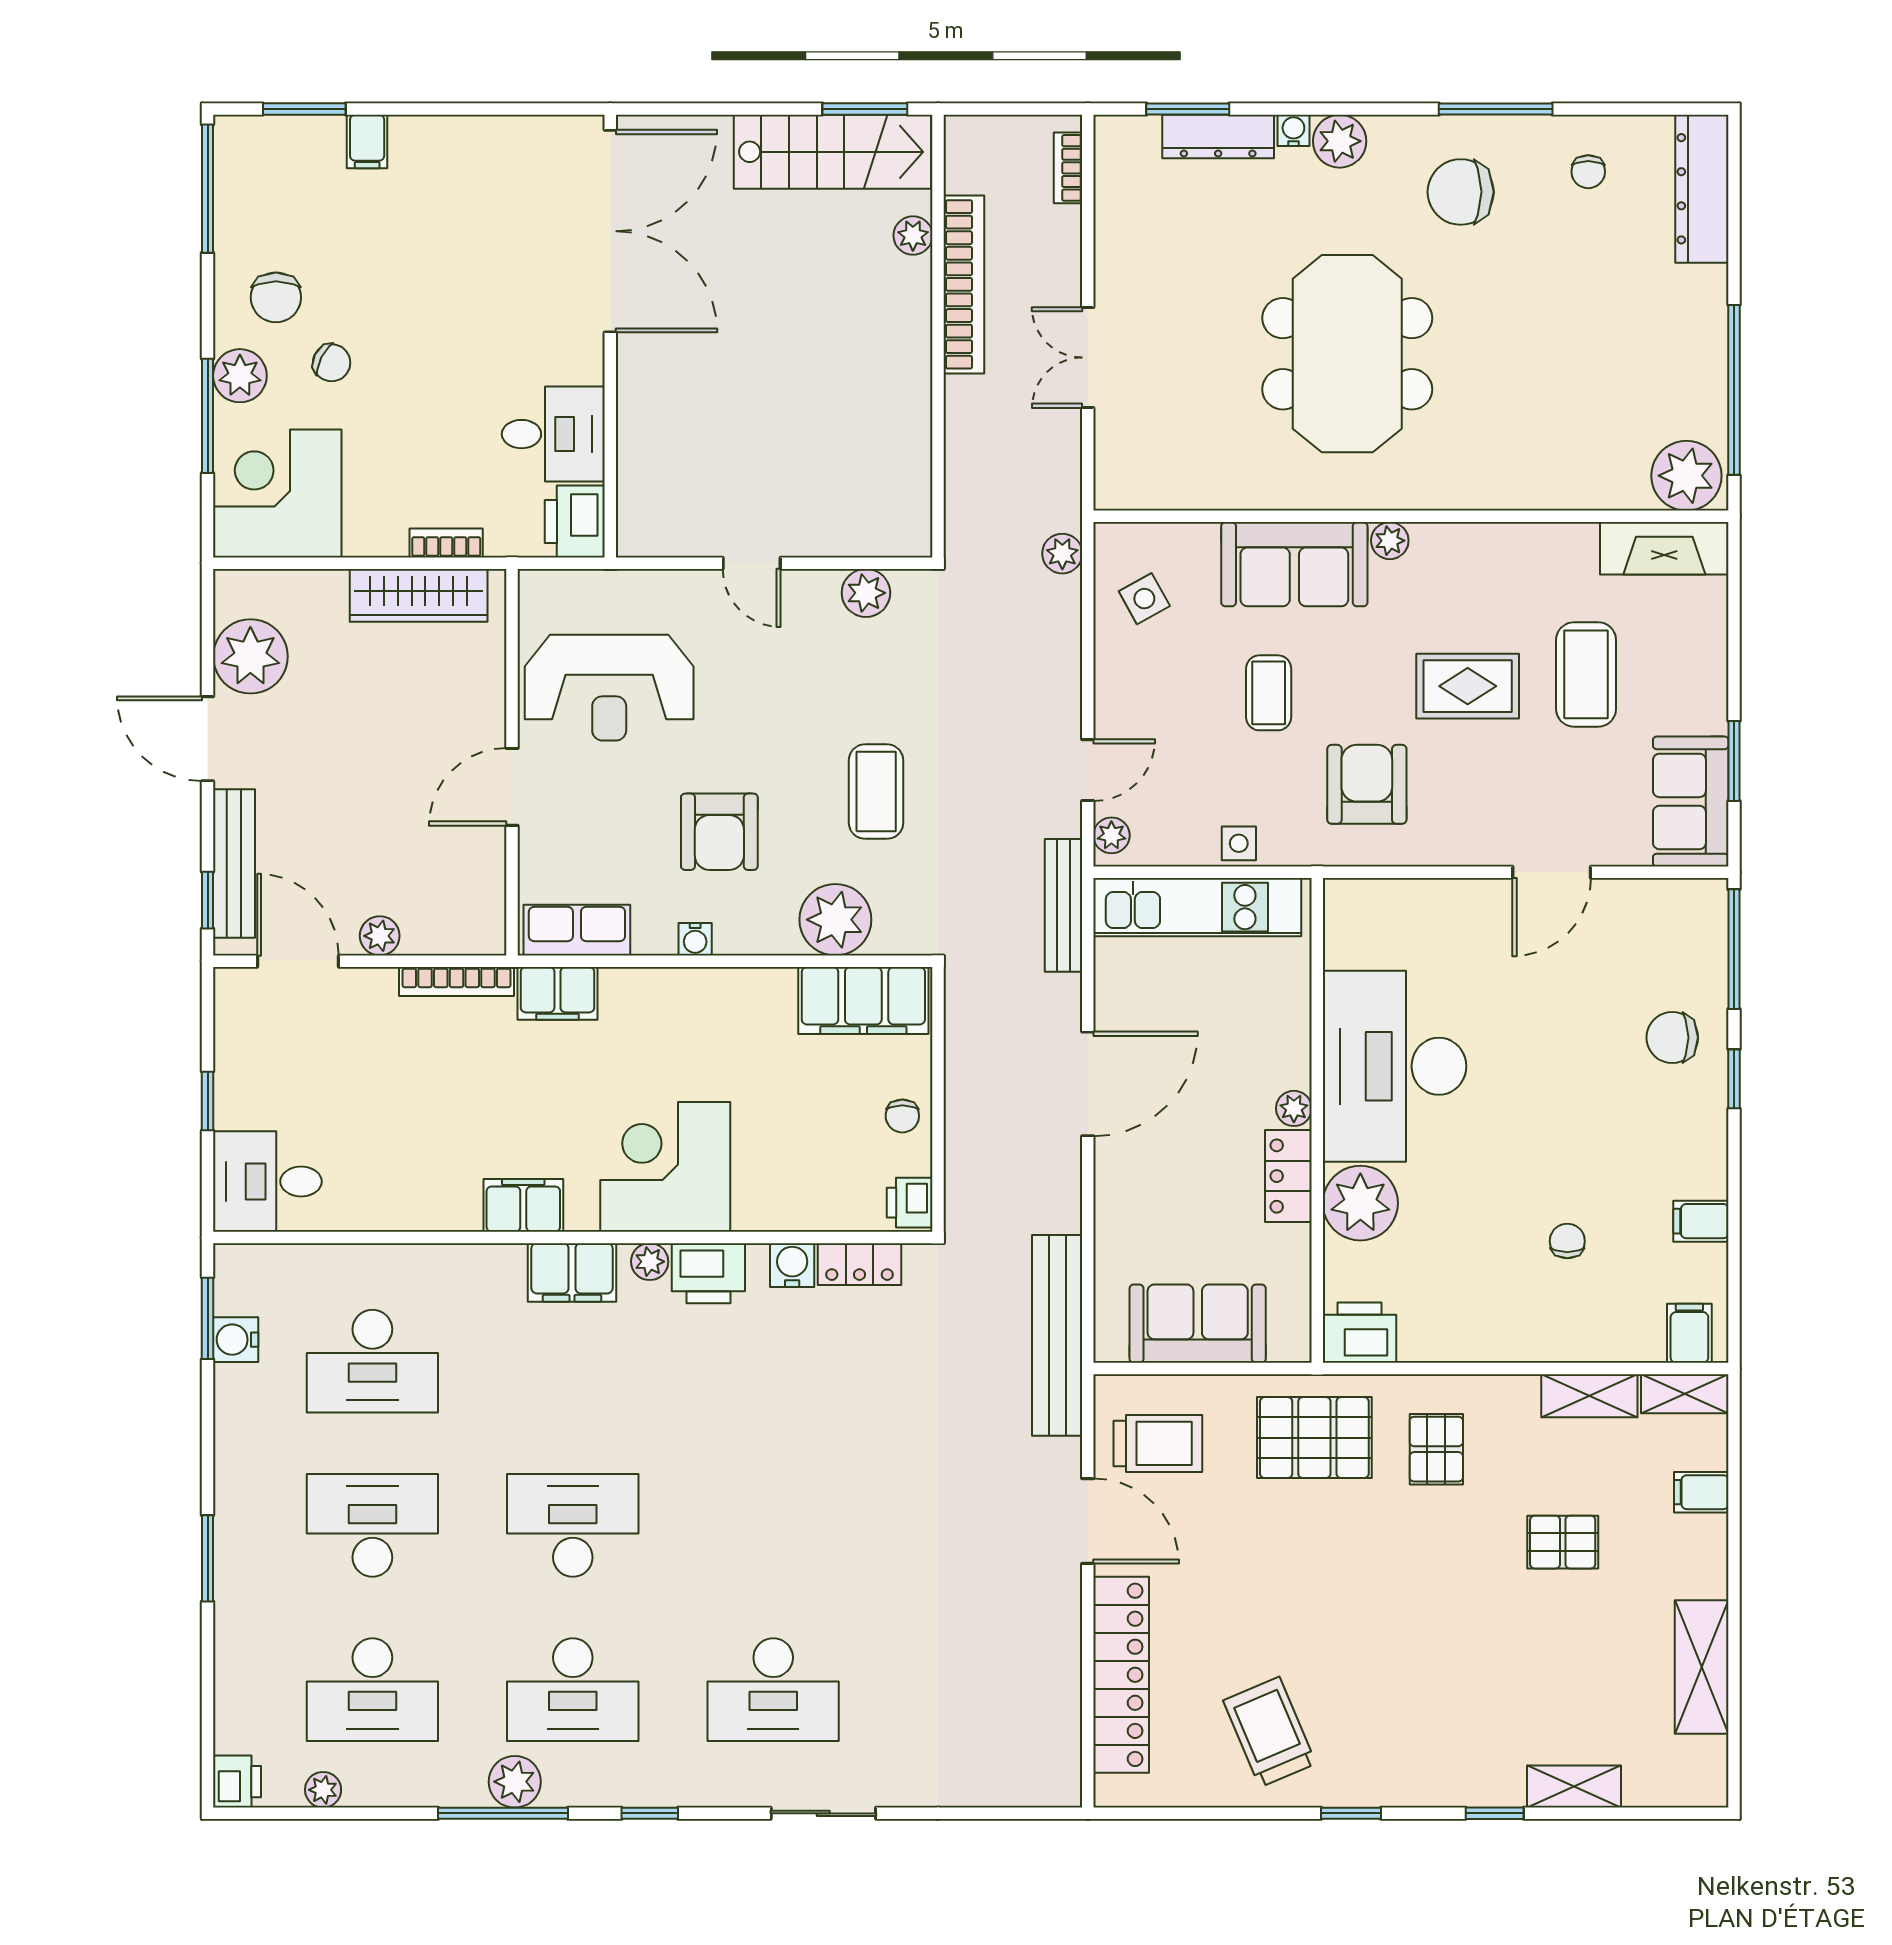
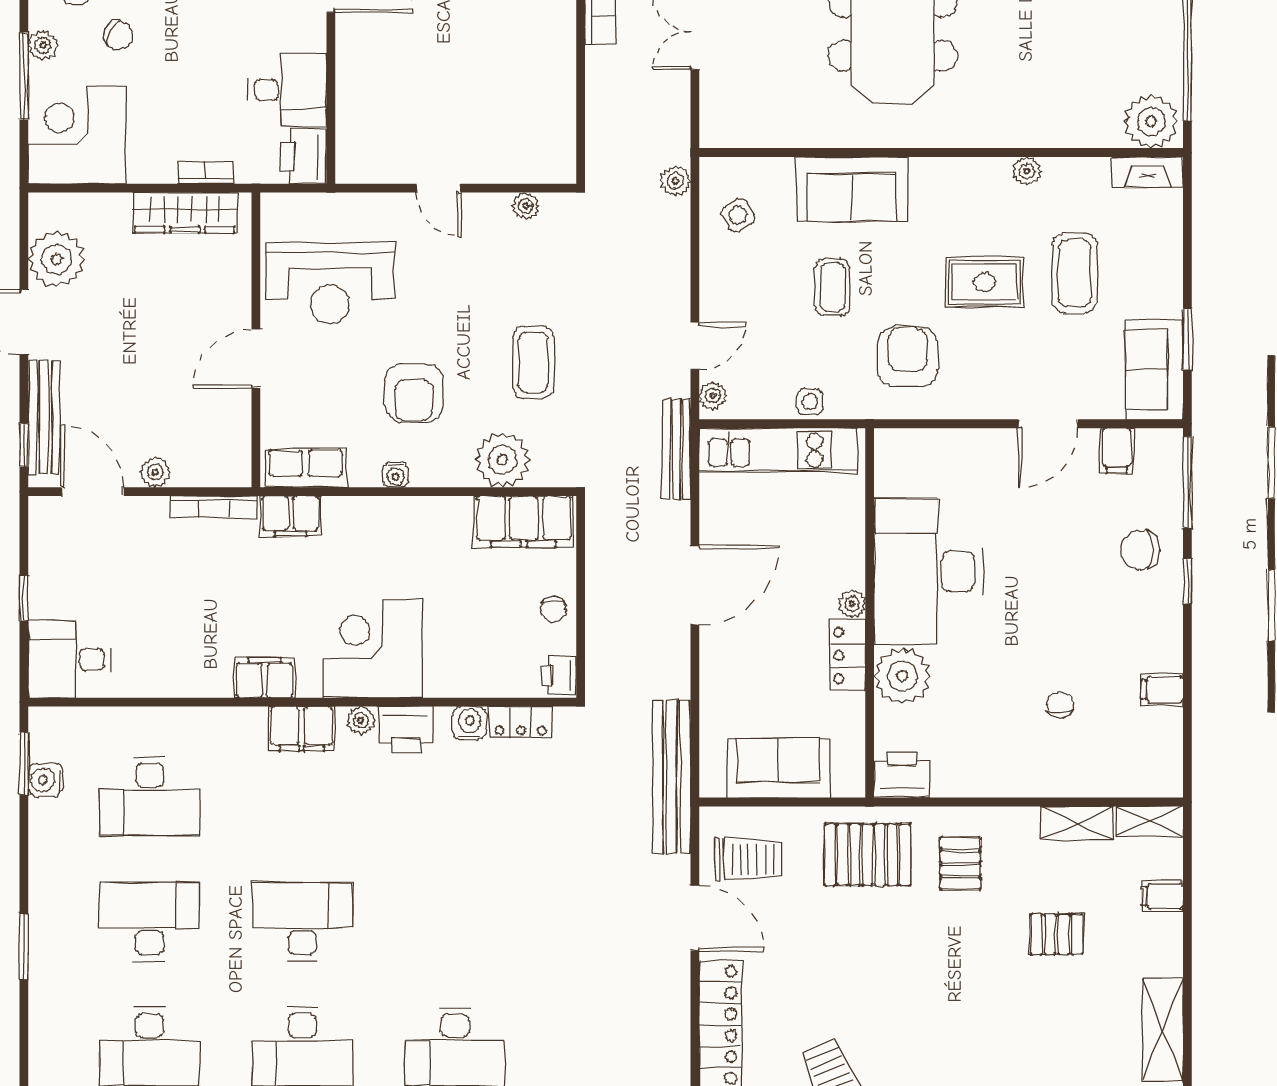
plant: (240, 376) -> (43, 45), width x0.73, depth x0.73
plant: (1390, 541) -> (1027, 171), moved
fireplace: (1664, 548) -> (1147, 172), width x0.73, depth x0.76
plant: (866, 593) -> (526, 206), width x0.73, depth x0.73
filing cabinet: (1689, 1333) -> (1117, 451), moved, turned 180

